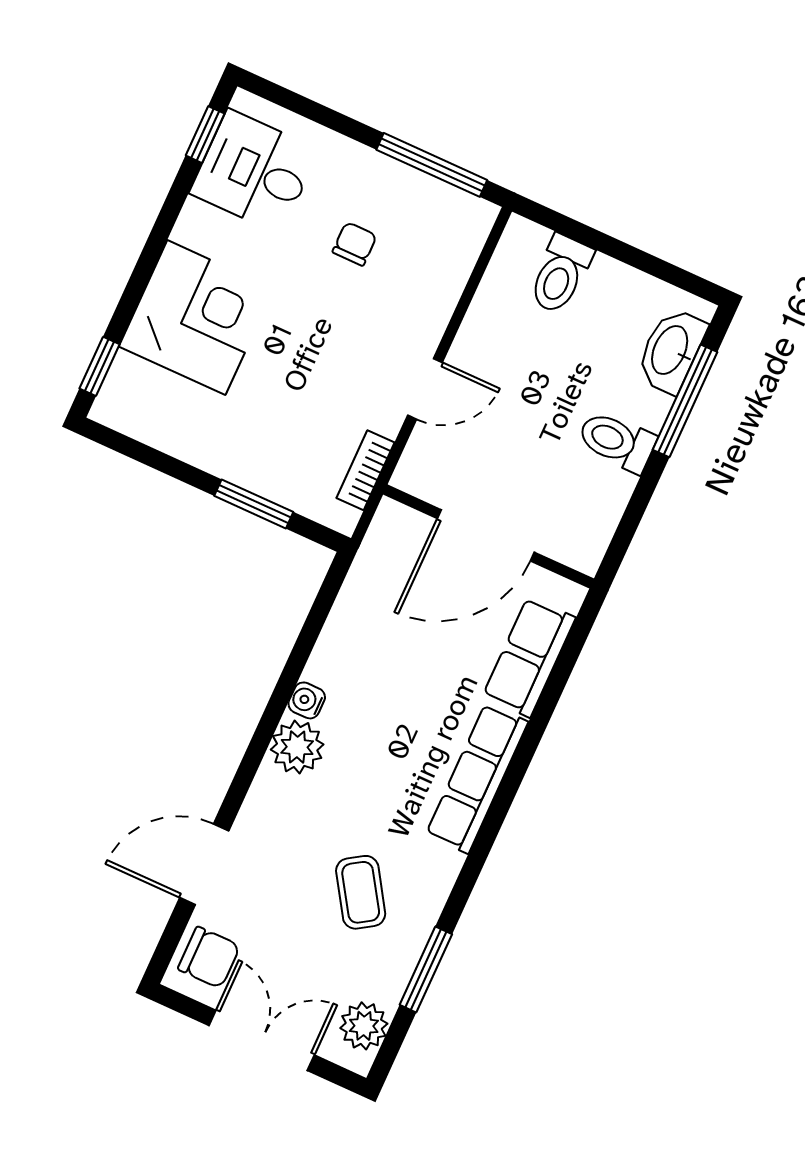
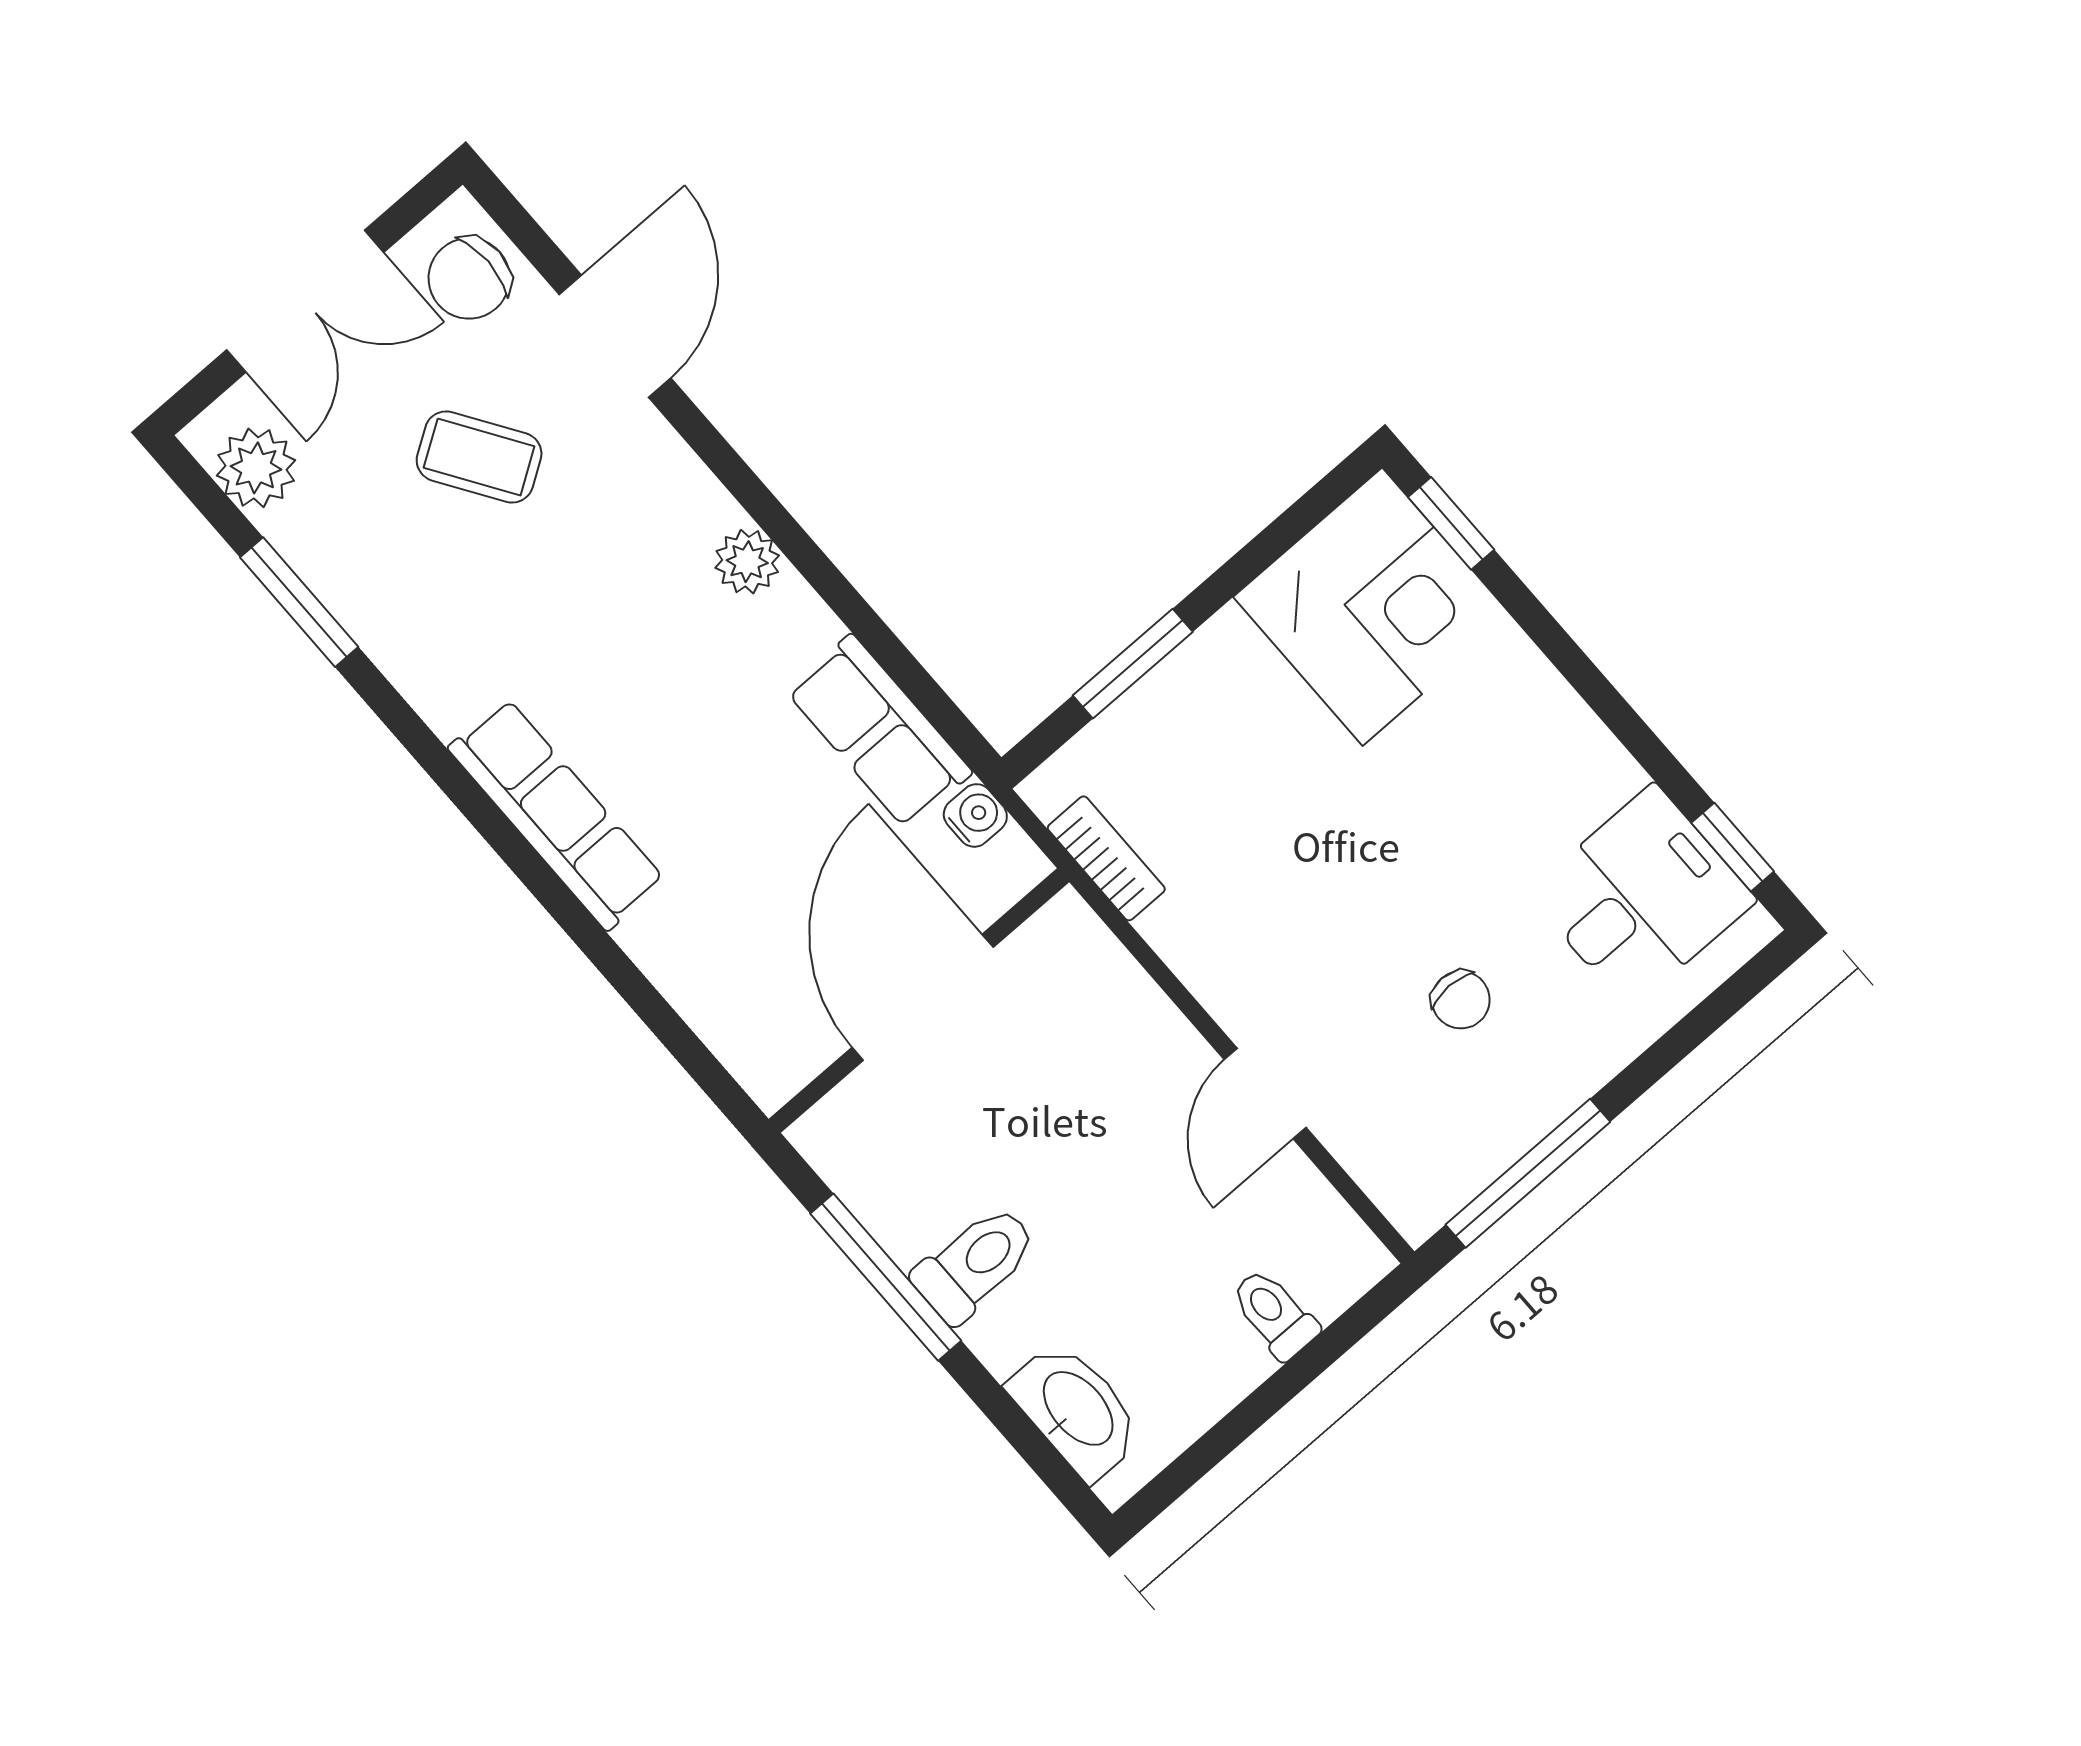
toilet: (560, 274) -> (1274, 1314), width x0.73, depth x0.72
corner desk: (196, 318) -> (1372, 607), moved, turned -90
door: (425, 389) -> (1265, 1093), moved
window: (685, 401) -> (886, 1277), moved
row of seats: (529, 657) -> (879, 732), moved, turned 180
water cooler: (307, 700) -> (975, 815), moved
plant: (297, 747) -> (747, 562), width x0.73, depth x0.73
coffee table: (361, 892) -> (479, 457), moved

